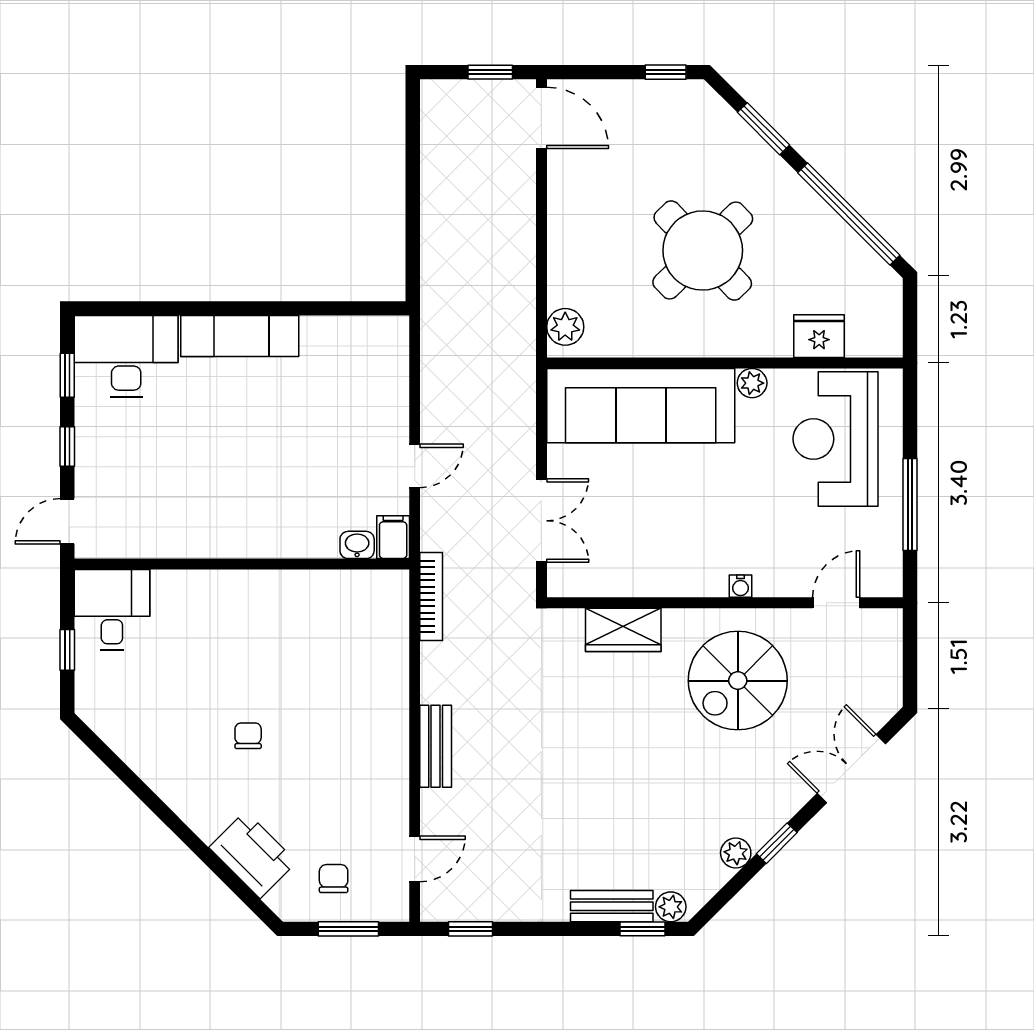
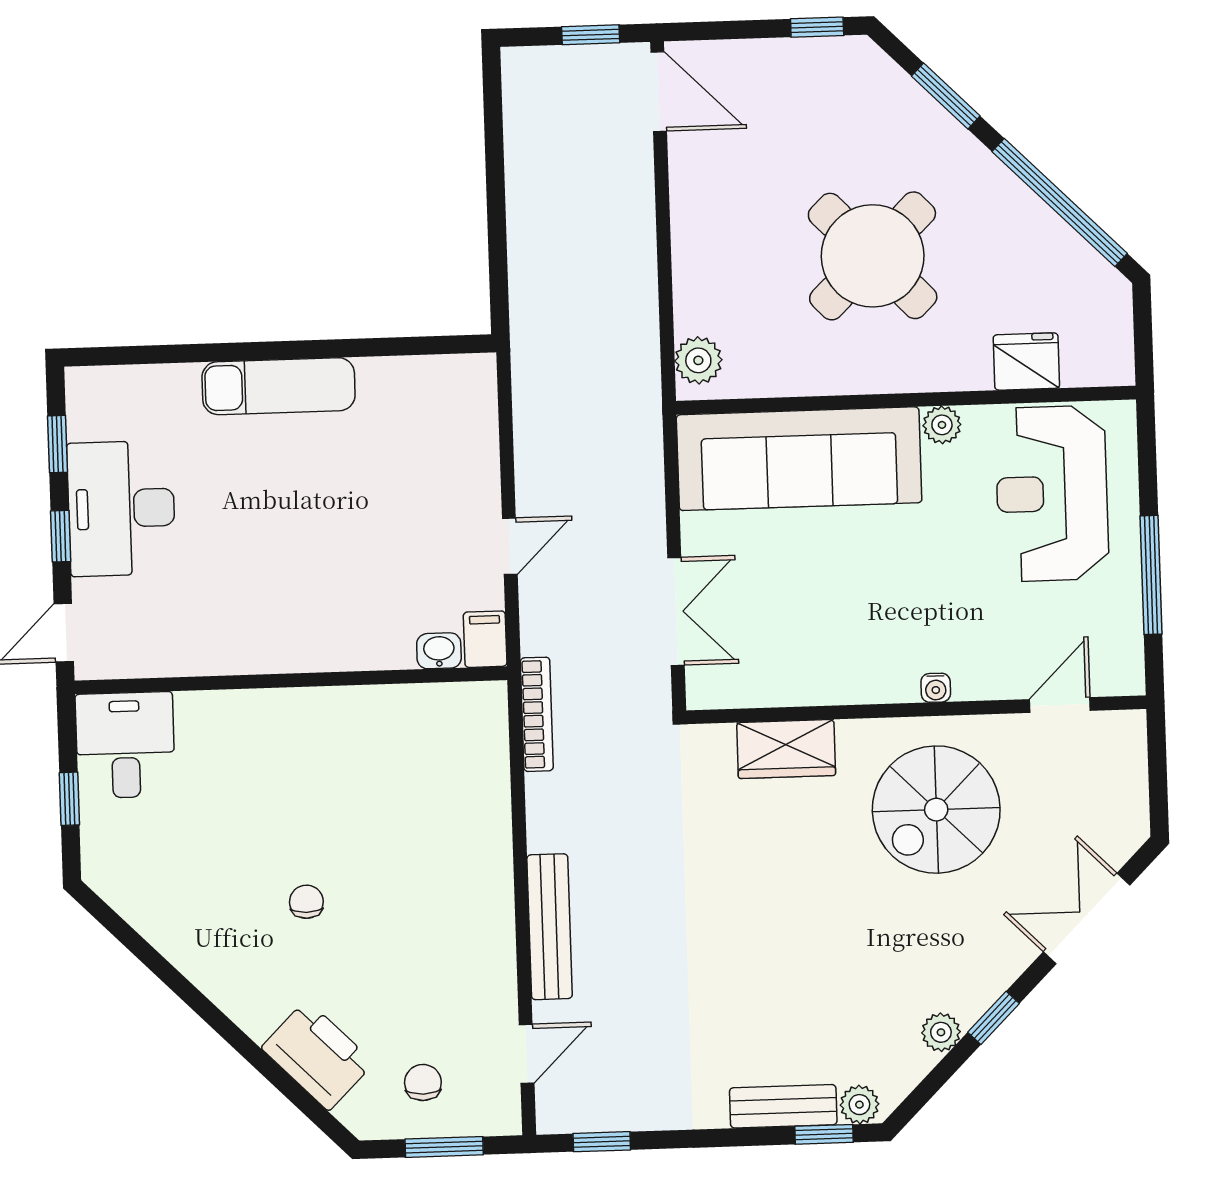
desk: (126, 356) -> (121, 508), moved, turned -90
bench: (436, 746) -> (550, 927), width x1.36

